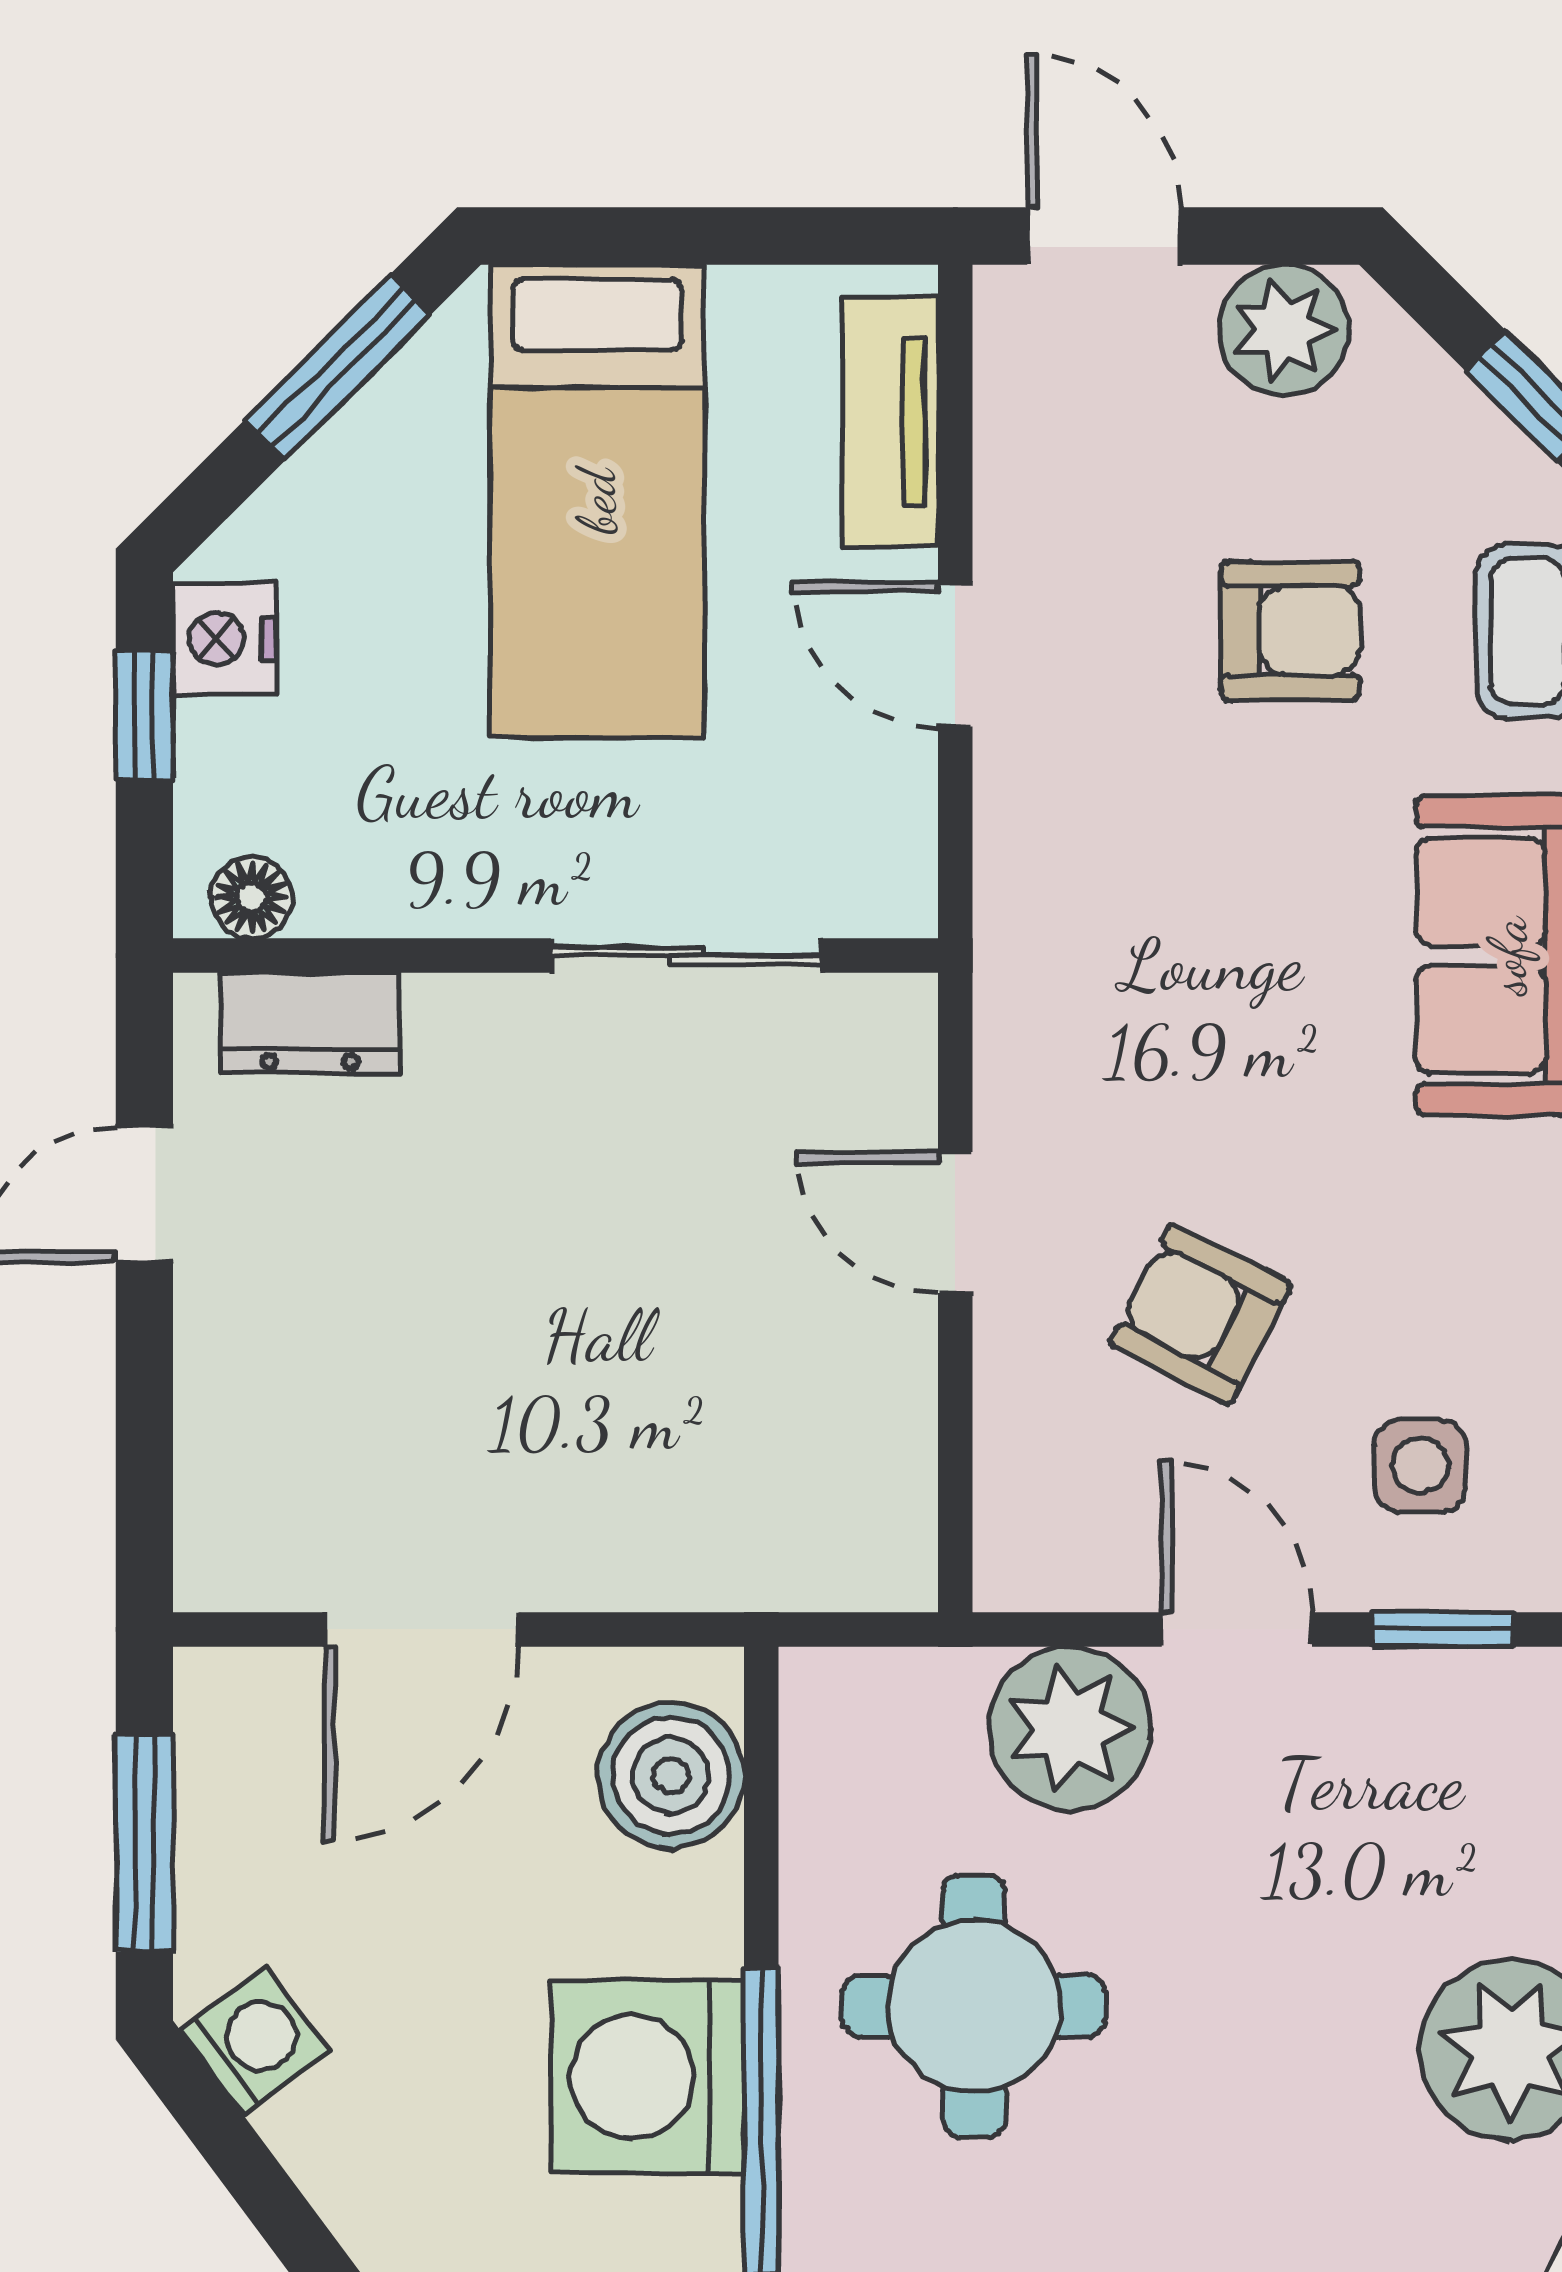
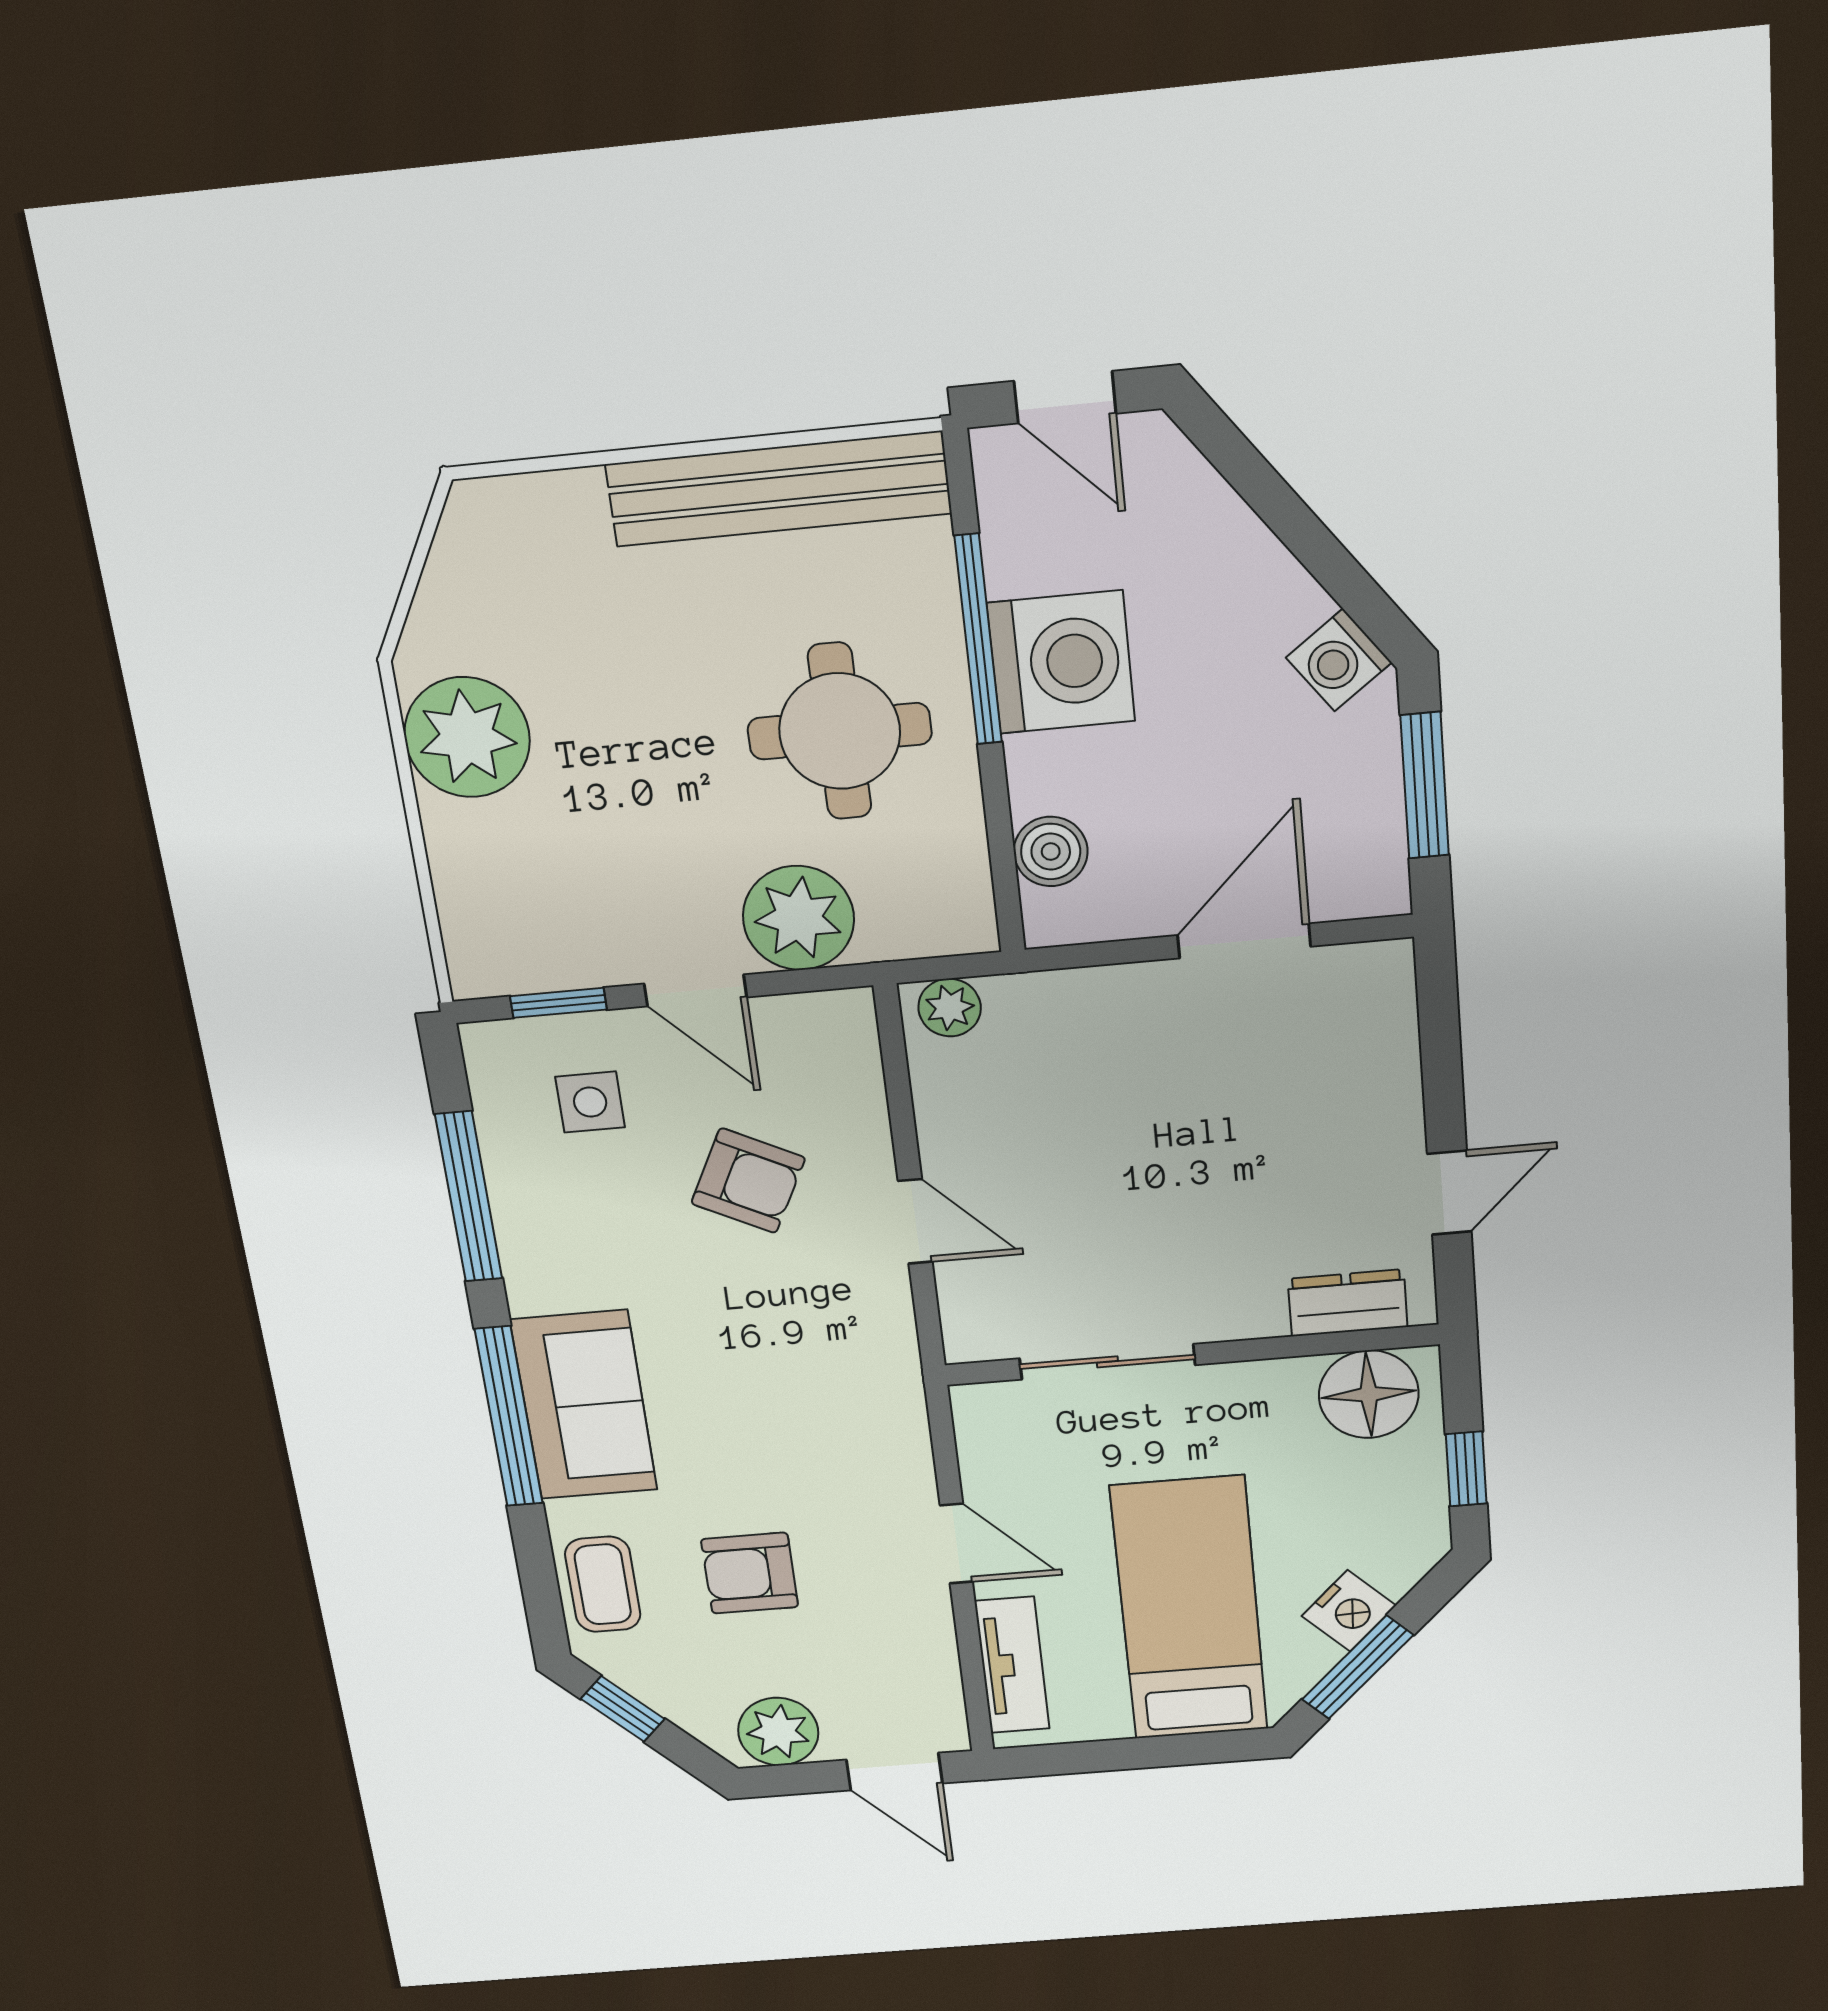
nightstand: (225, 638) -> (1349, 1611), moved, turned 45
floor lamp: (252, 898) -> (1369, 1394), width x1.89, depth x1.89
plant: (864, 1566) -> (950, 1008), added
boiler: (671, 1775) -> (1051, 852), width x0.73, depth x0.73

